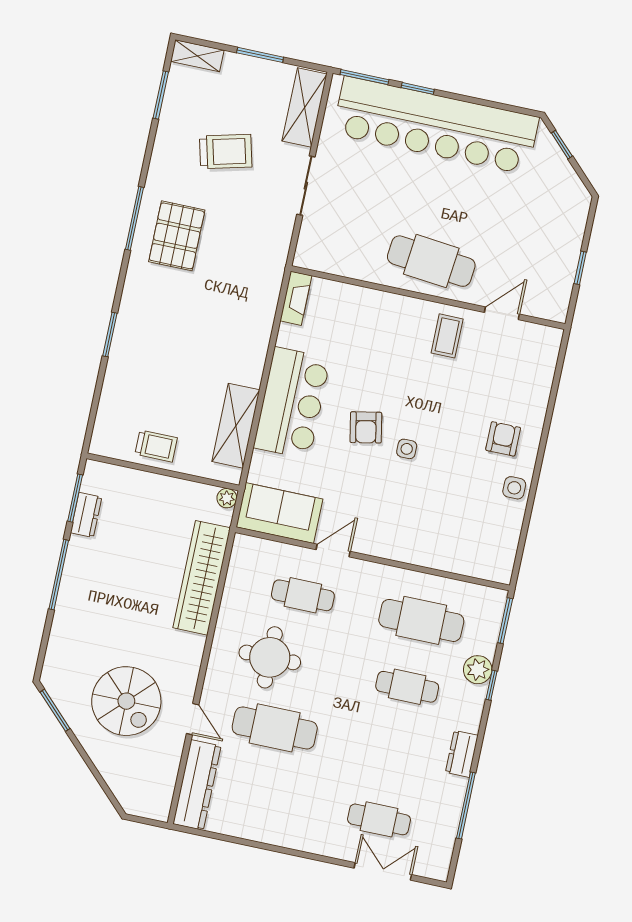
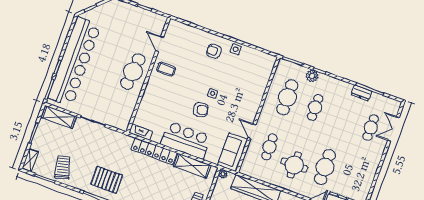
trolley: (226, 152) -> (63, 167), moved
locker: (257, 334) -> (154, 151), added
dresser: (462, 754) -> (361, 93), moved

